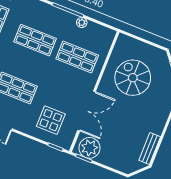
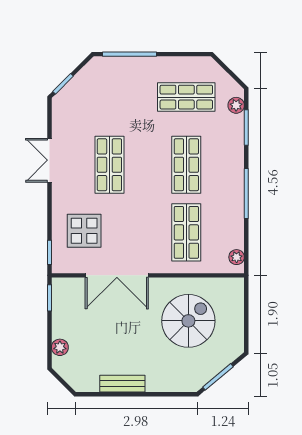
plant: (82, 23) -> (237, 257), moved
plant: (90, 148) -> (60, 347), moved, width x0.53, depth x0.53
bench: (150, 148) -> (122, 384), moved

